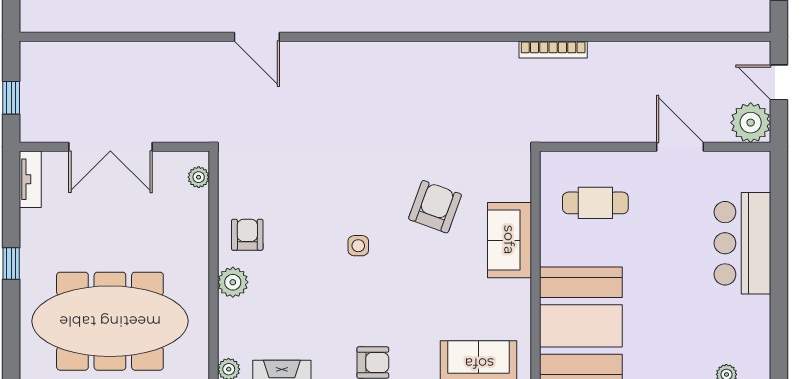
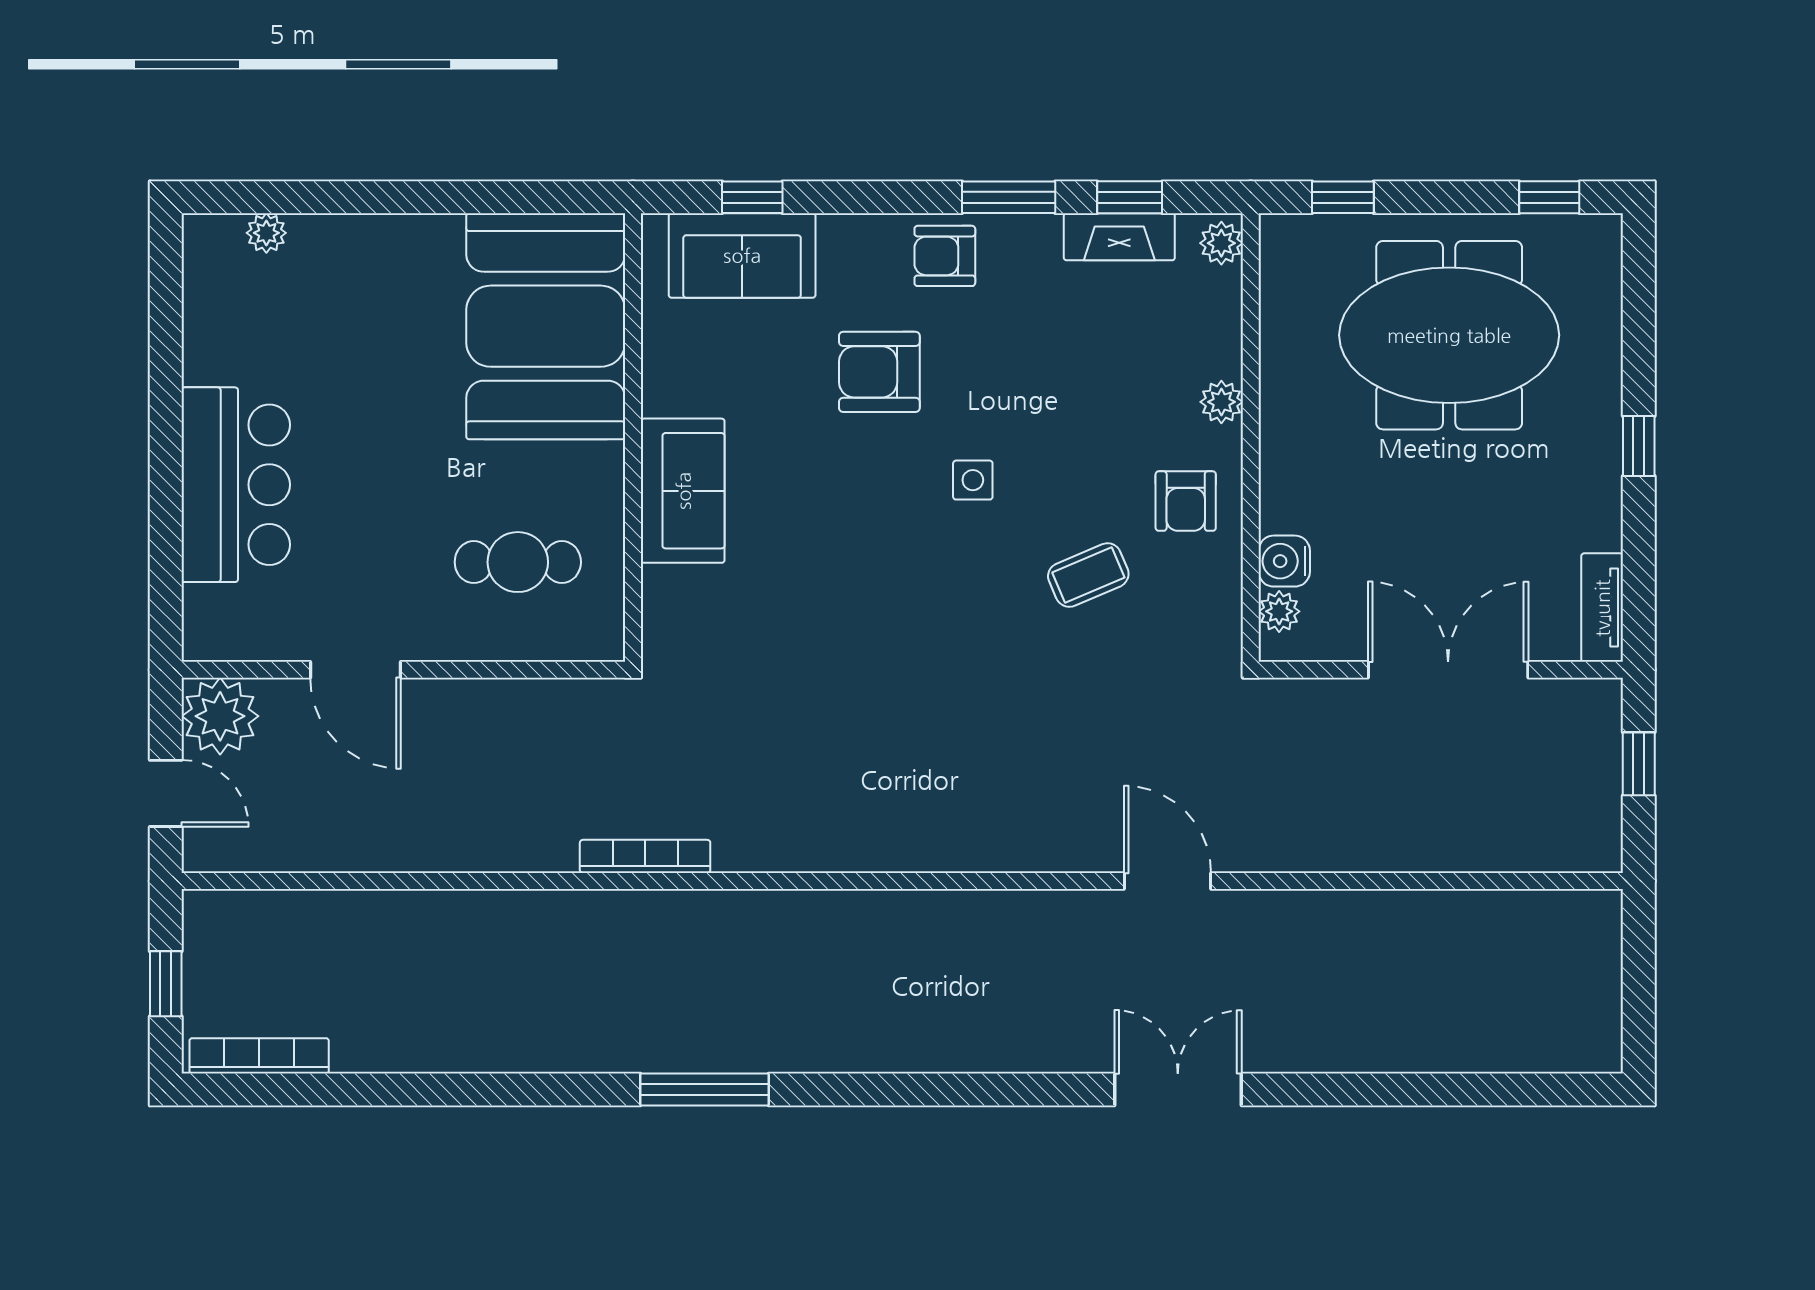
bookcase: (553, 50) -> (645, 856), moved
coffee table: (298, 196) -> (1088, 575), added
water cooler: (196, 203) -> (1284, 561), added
armchair: (435, 207) -> (879, 372), moved, turned 70
plant: (233, 282) -> (1221, 402), width x0.73, depth x0.73
meeting table: (110, 321) -> (1449, 335), width x0.73

